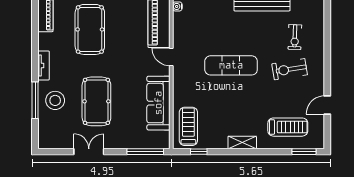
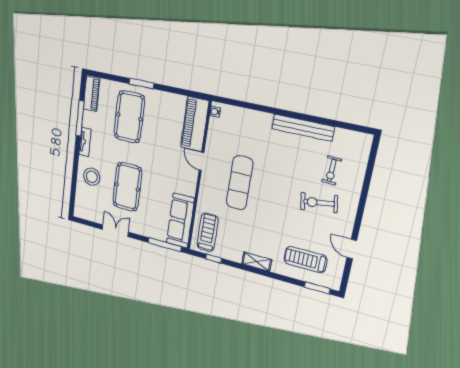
exercise mat: (231, 65) -> (240, 183), moved, turned 90
window: (35, 100) -> (80, 118), moved
sofa: (158, 103) -> (180, 221), moved
door: (327, 105) -> (352, 249), hinge flipped
treadmill: (288, 127) -> (305, 260), turned 180

